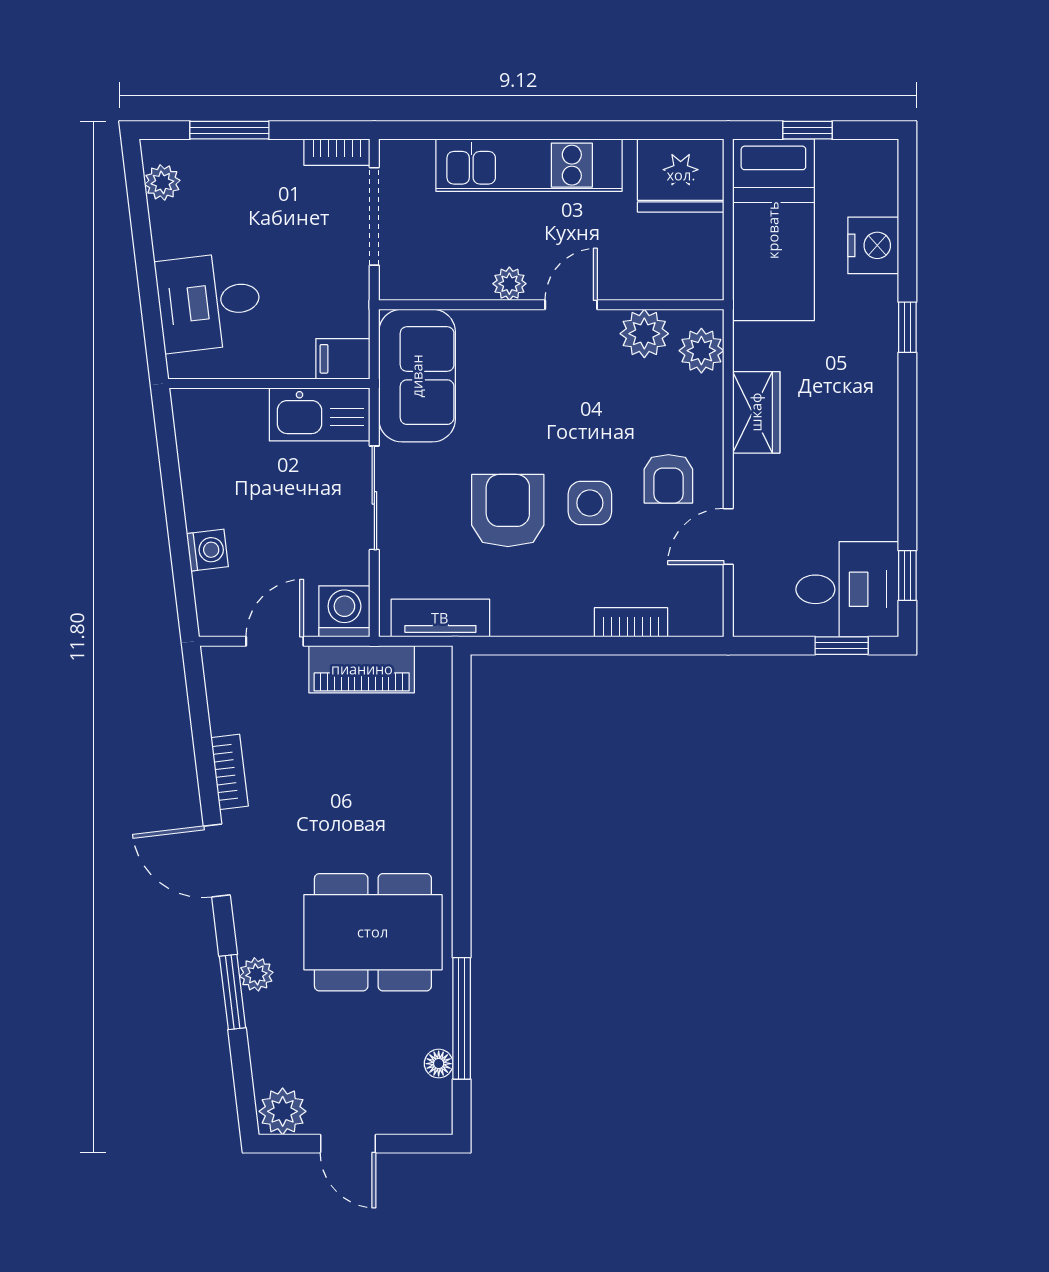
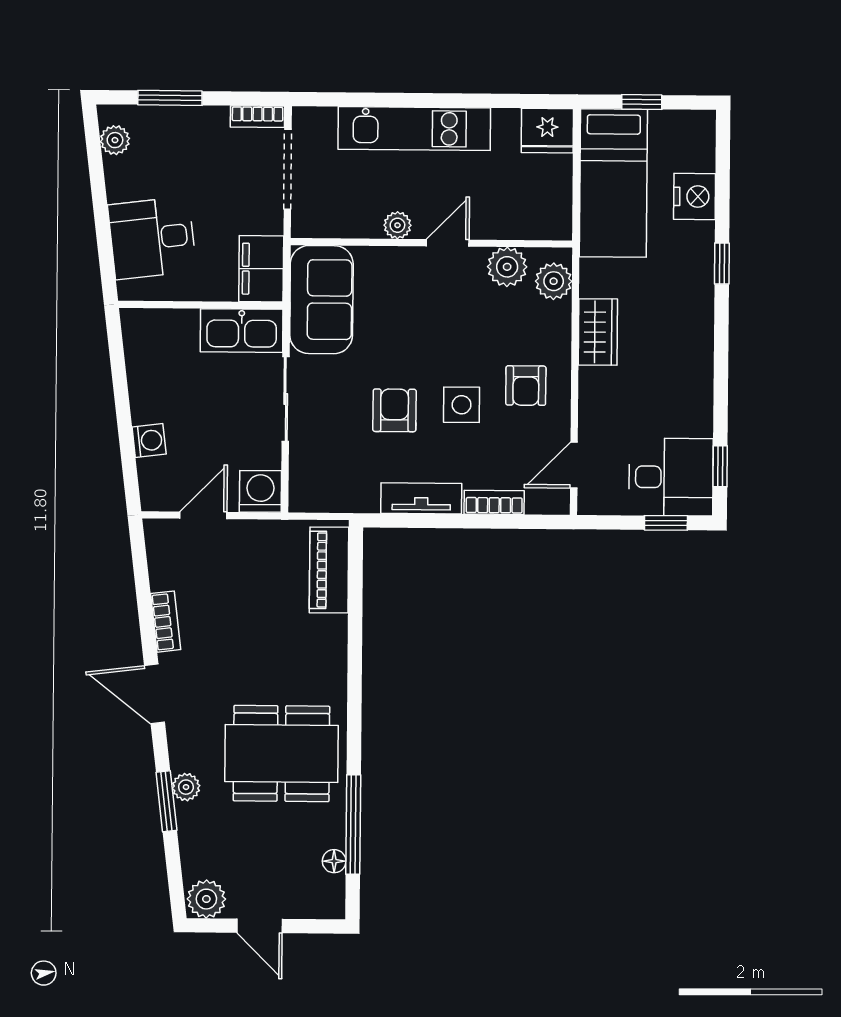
fridge: (681, 175) -> (547, 131), width x0.73, depth x0.75
filing cabinet: (343, 359) -> (261, 269), width x2.00
armchair: (508, 511) -> (395, 410), width x0.72, depth x0.72
door: (728, 536) -> (574, 465), moved
tv unit: (440, 618) -> (421, 498), moved
piano: (362, 669) -> (329, 570), moved, turned 90

